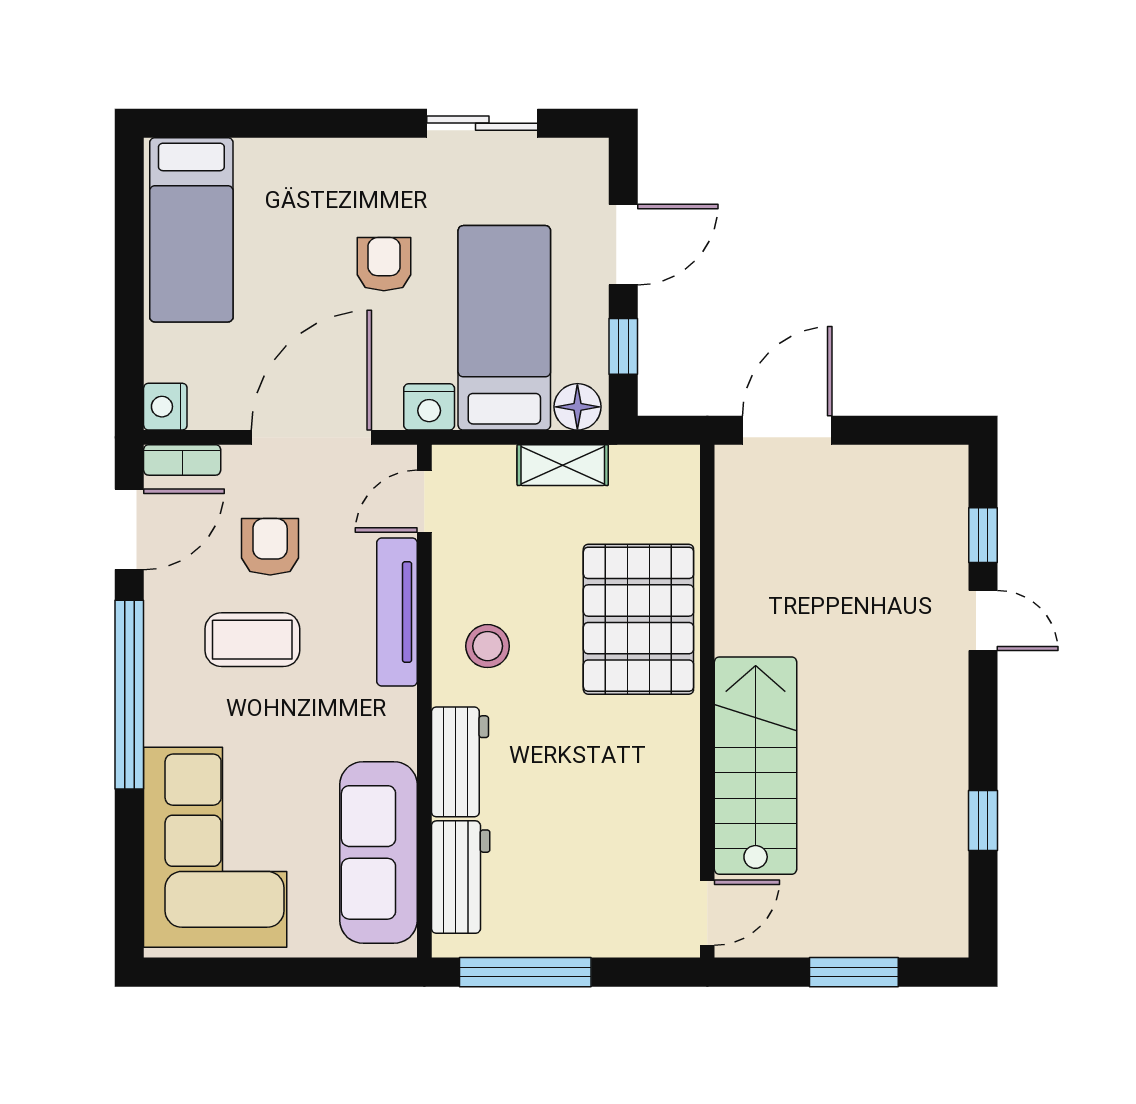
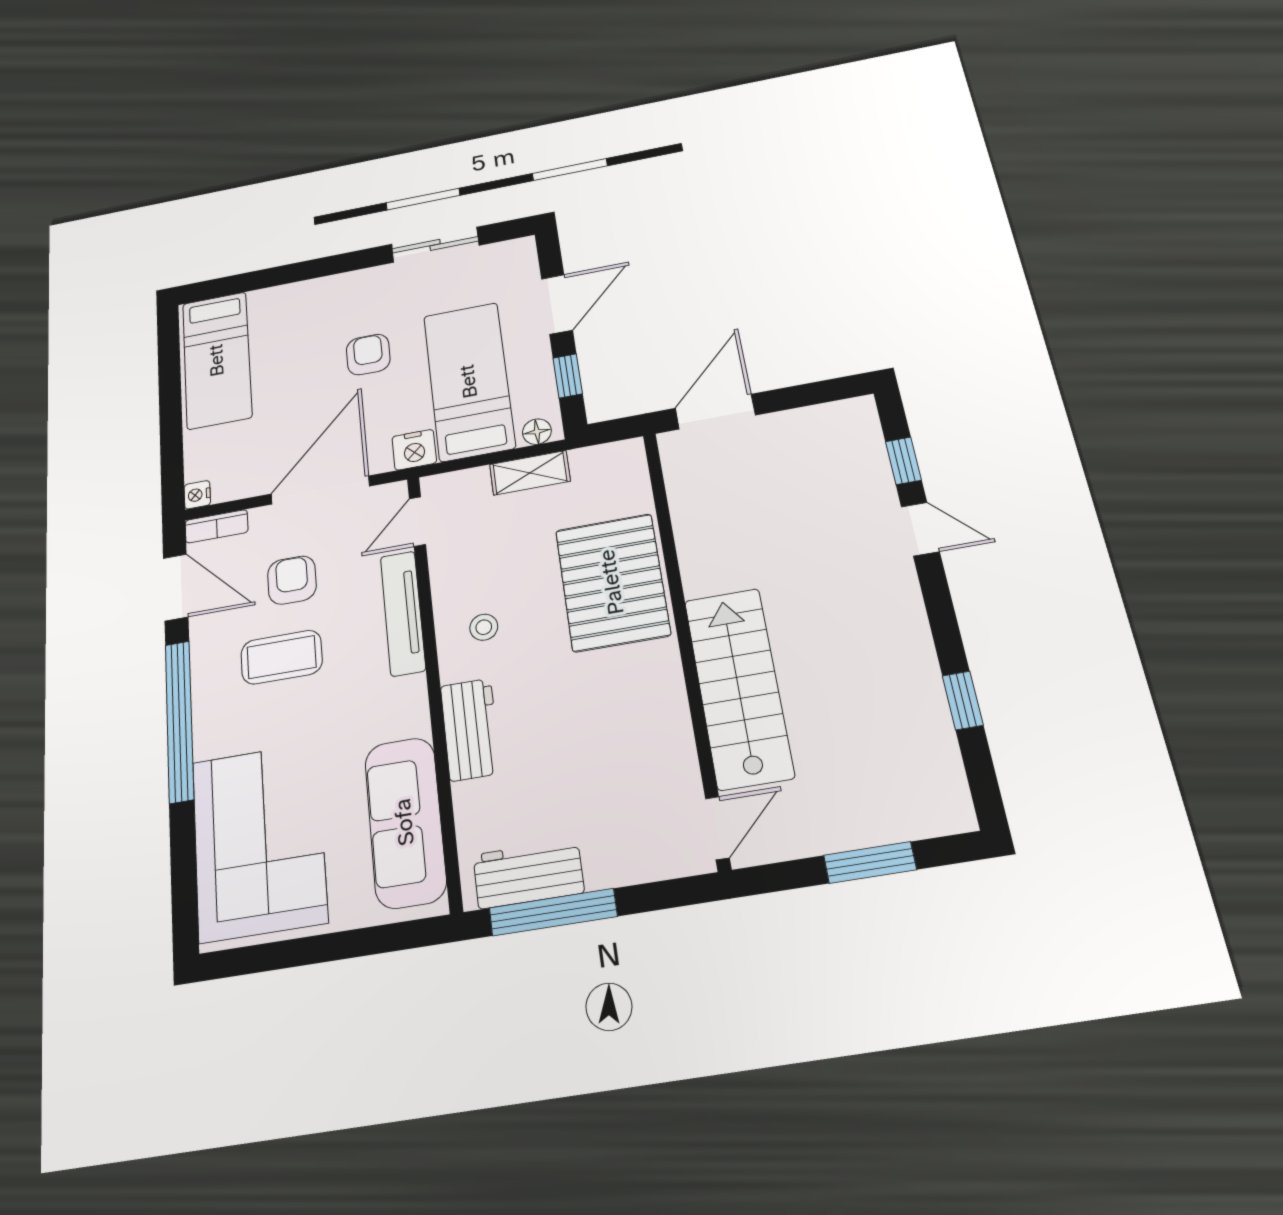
nightstand: (165, 407) -> (197, 495), width x0.72, depth x0.74
floor lamp: (577, 407) -> (537, 432), width x0.73, depth x0.73
door: (129, 529) -> (176, 587), hinge flipped
stool: (488, 646) -> (484, 627), width x0.73, depth x0.73
workbench: (461, 877) -> (528, 874), moved, turned -90

